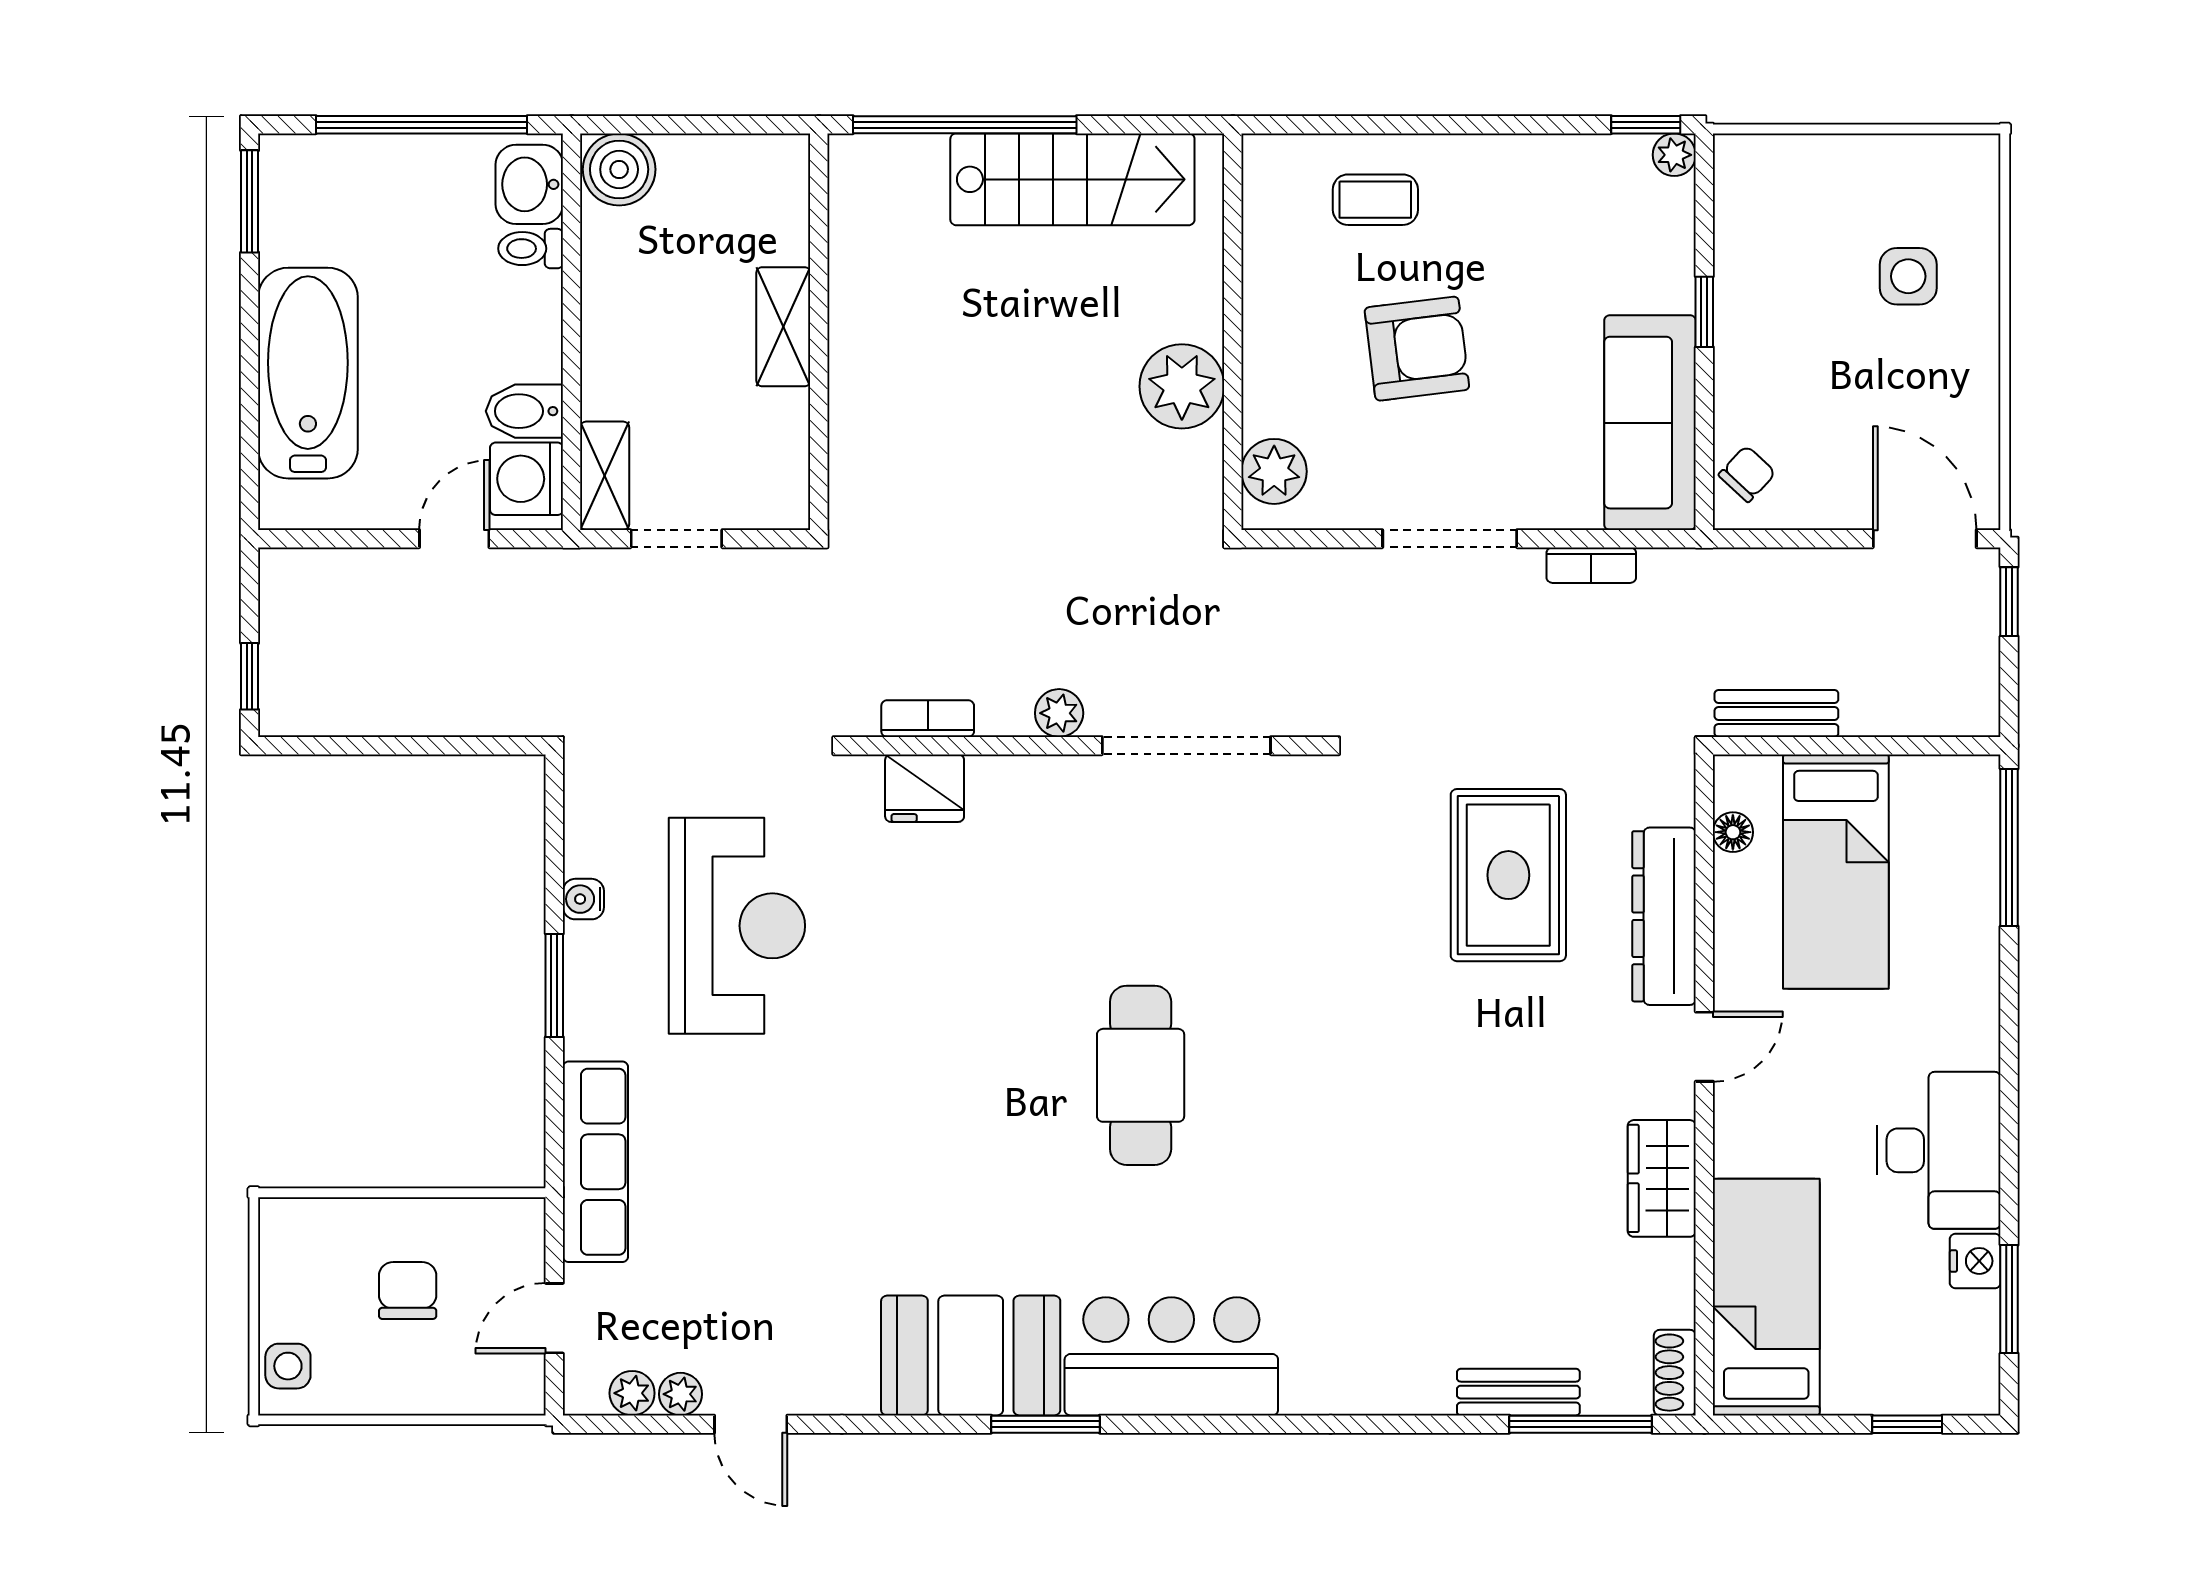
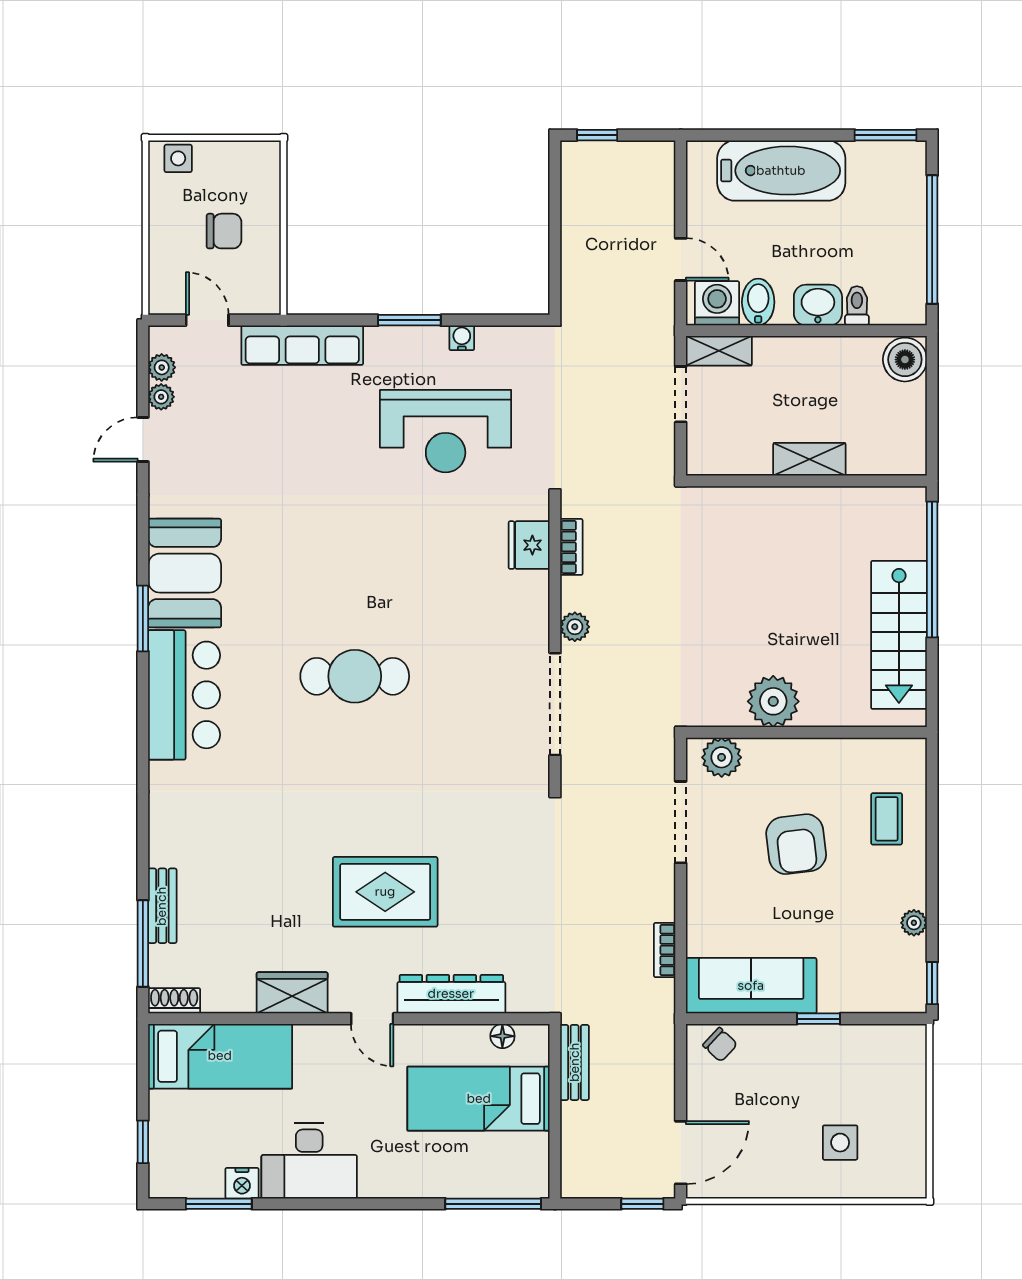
plant: (1674, 155) -> (914, 923), moved
washbasin: (529, 184) -> (818, 305), moved
doorway: (1450, 539) -> (681, 822), moved
rug: (1508, 875) -> (385, 892), moved

